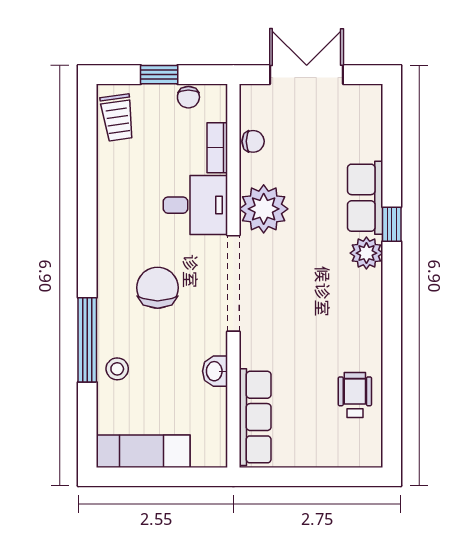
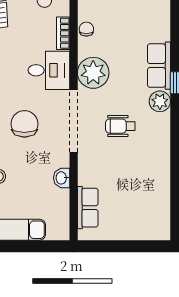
chair: (253, 141) -> (86, 29), turned -90
wheelchair: (355, 395) -> (120, 126), moved, turned -90
row of seats: (255, 417) -> (88, 208), width x0.68

